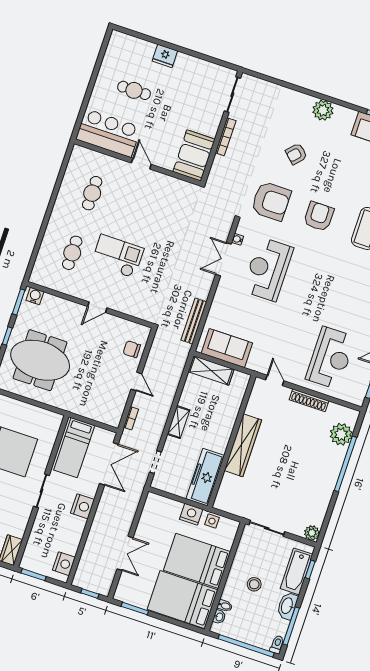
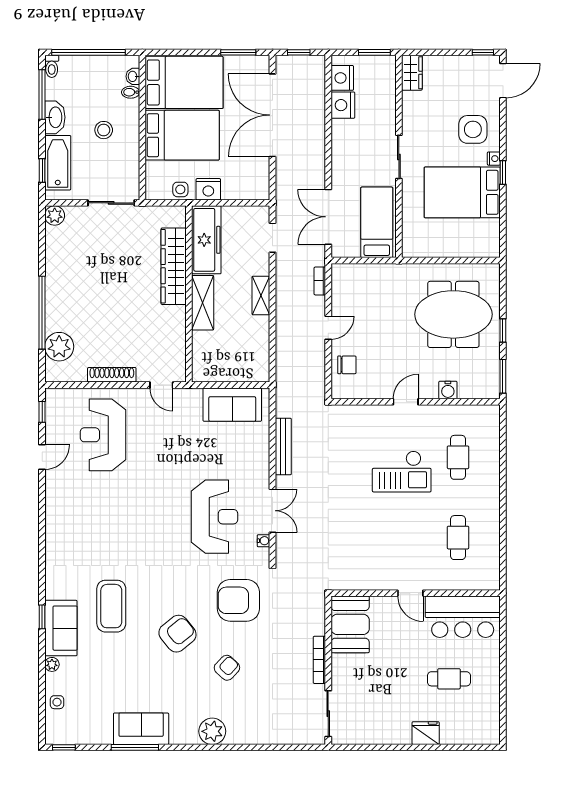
armchair: (319, 216) -> (177, 634), moved, turned -129
water cooler: (35, 296) -> (448, 390), moved
bench: (194, 321) -> (283, 447), moved
shelving: (211, 370) -> (203, 303), moved, turned 90
door: (136, 381) -> (328, 328), swing flipped
wardrobe: (243, 445) -> (174, 266), moved
nightstand: (83, 506) -> (343, 105), moved
double door: (125, 553) -> (272, 115), width x1.87

